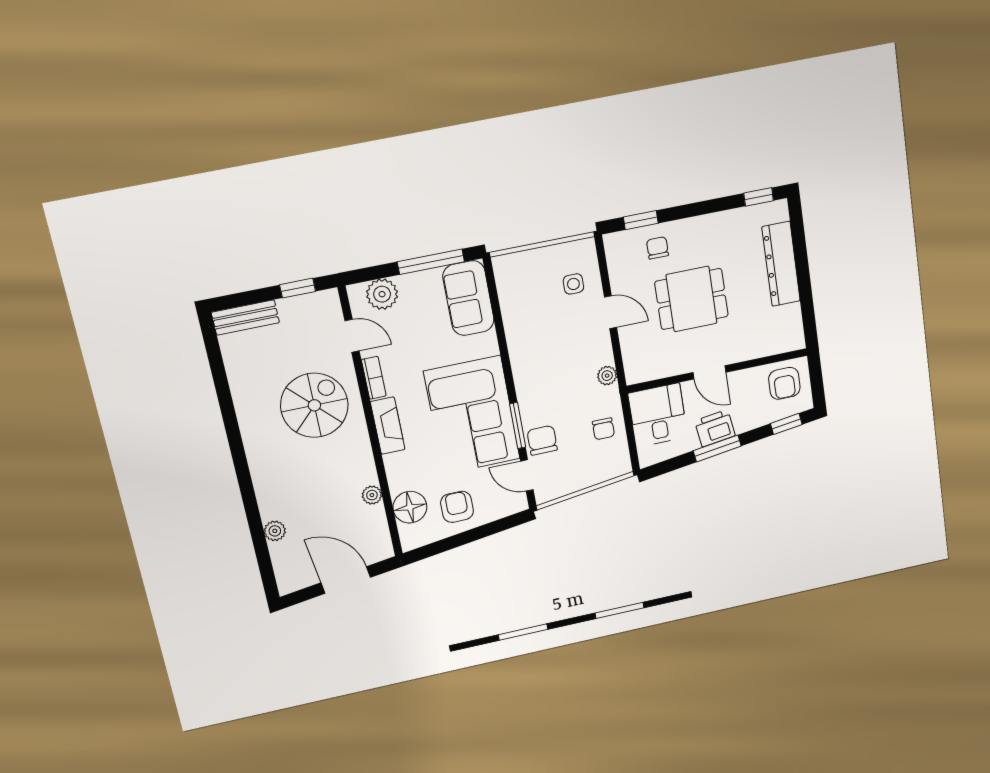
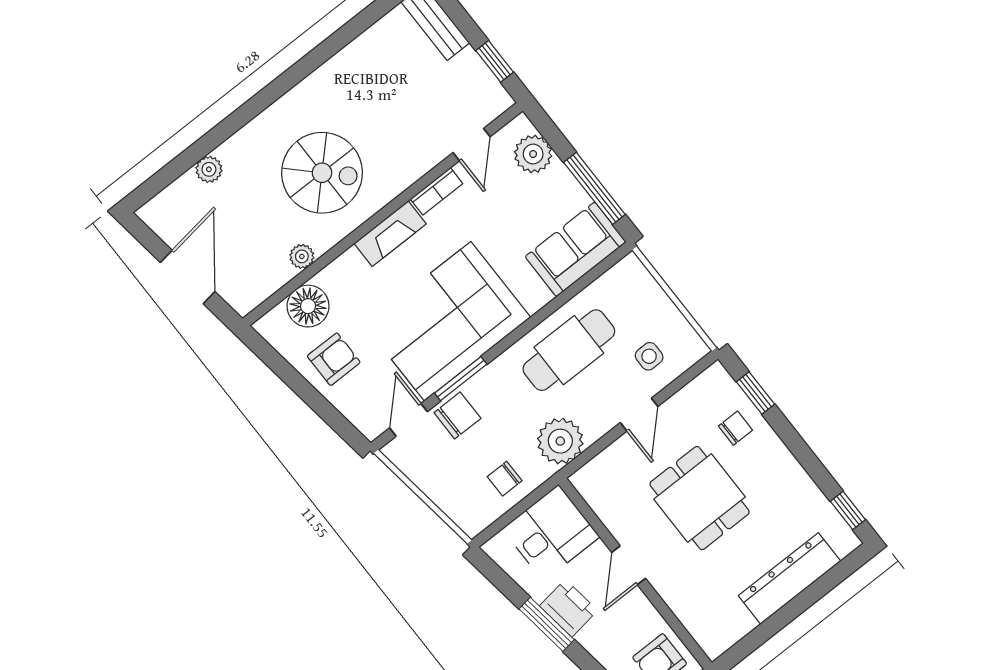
cafe table: (538, 339) -> (569, 350), added
plant: (607, 376) -> (560, 441), width x1.88, depth x1.88
spiral stairs: (314, 405) -> (322, 173), moved

